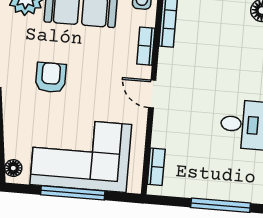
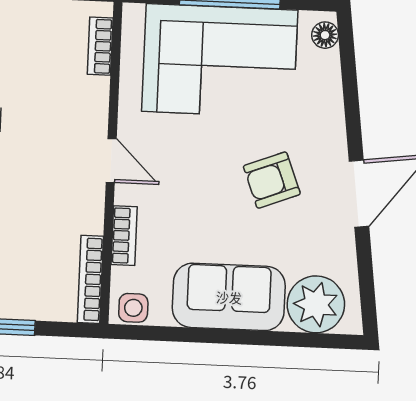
armchair: (51, 77) -> (272, 180), turned 69

